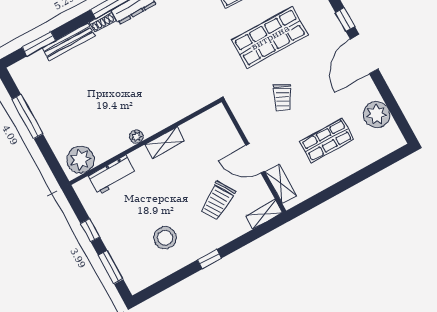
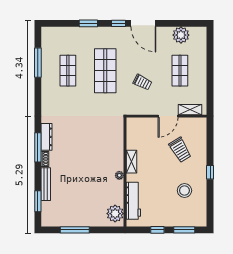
workbench: (112, 175) -> (133, 201), width x1.38
shelving: (264, 214) -> (202, 128), removed

